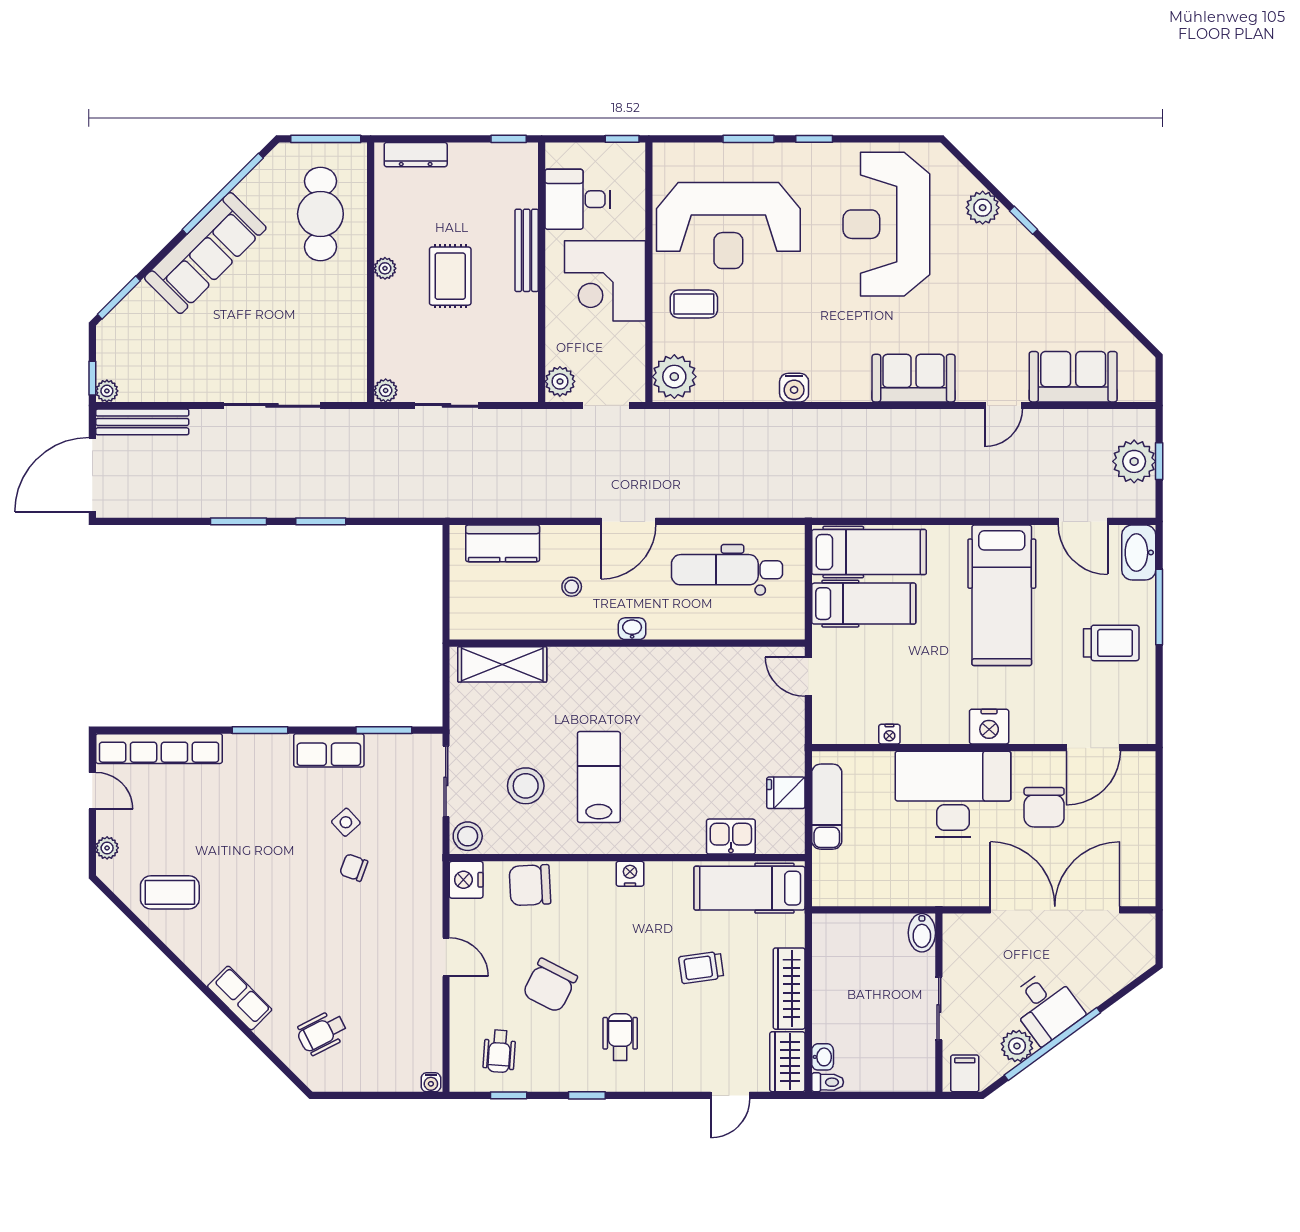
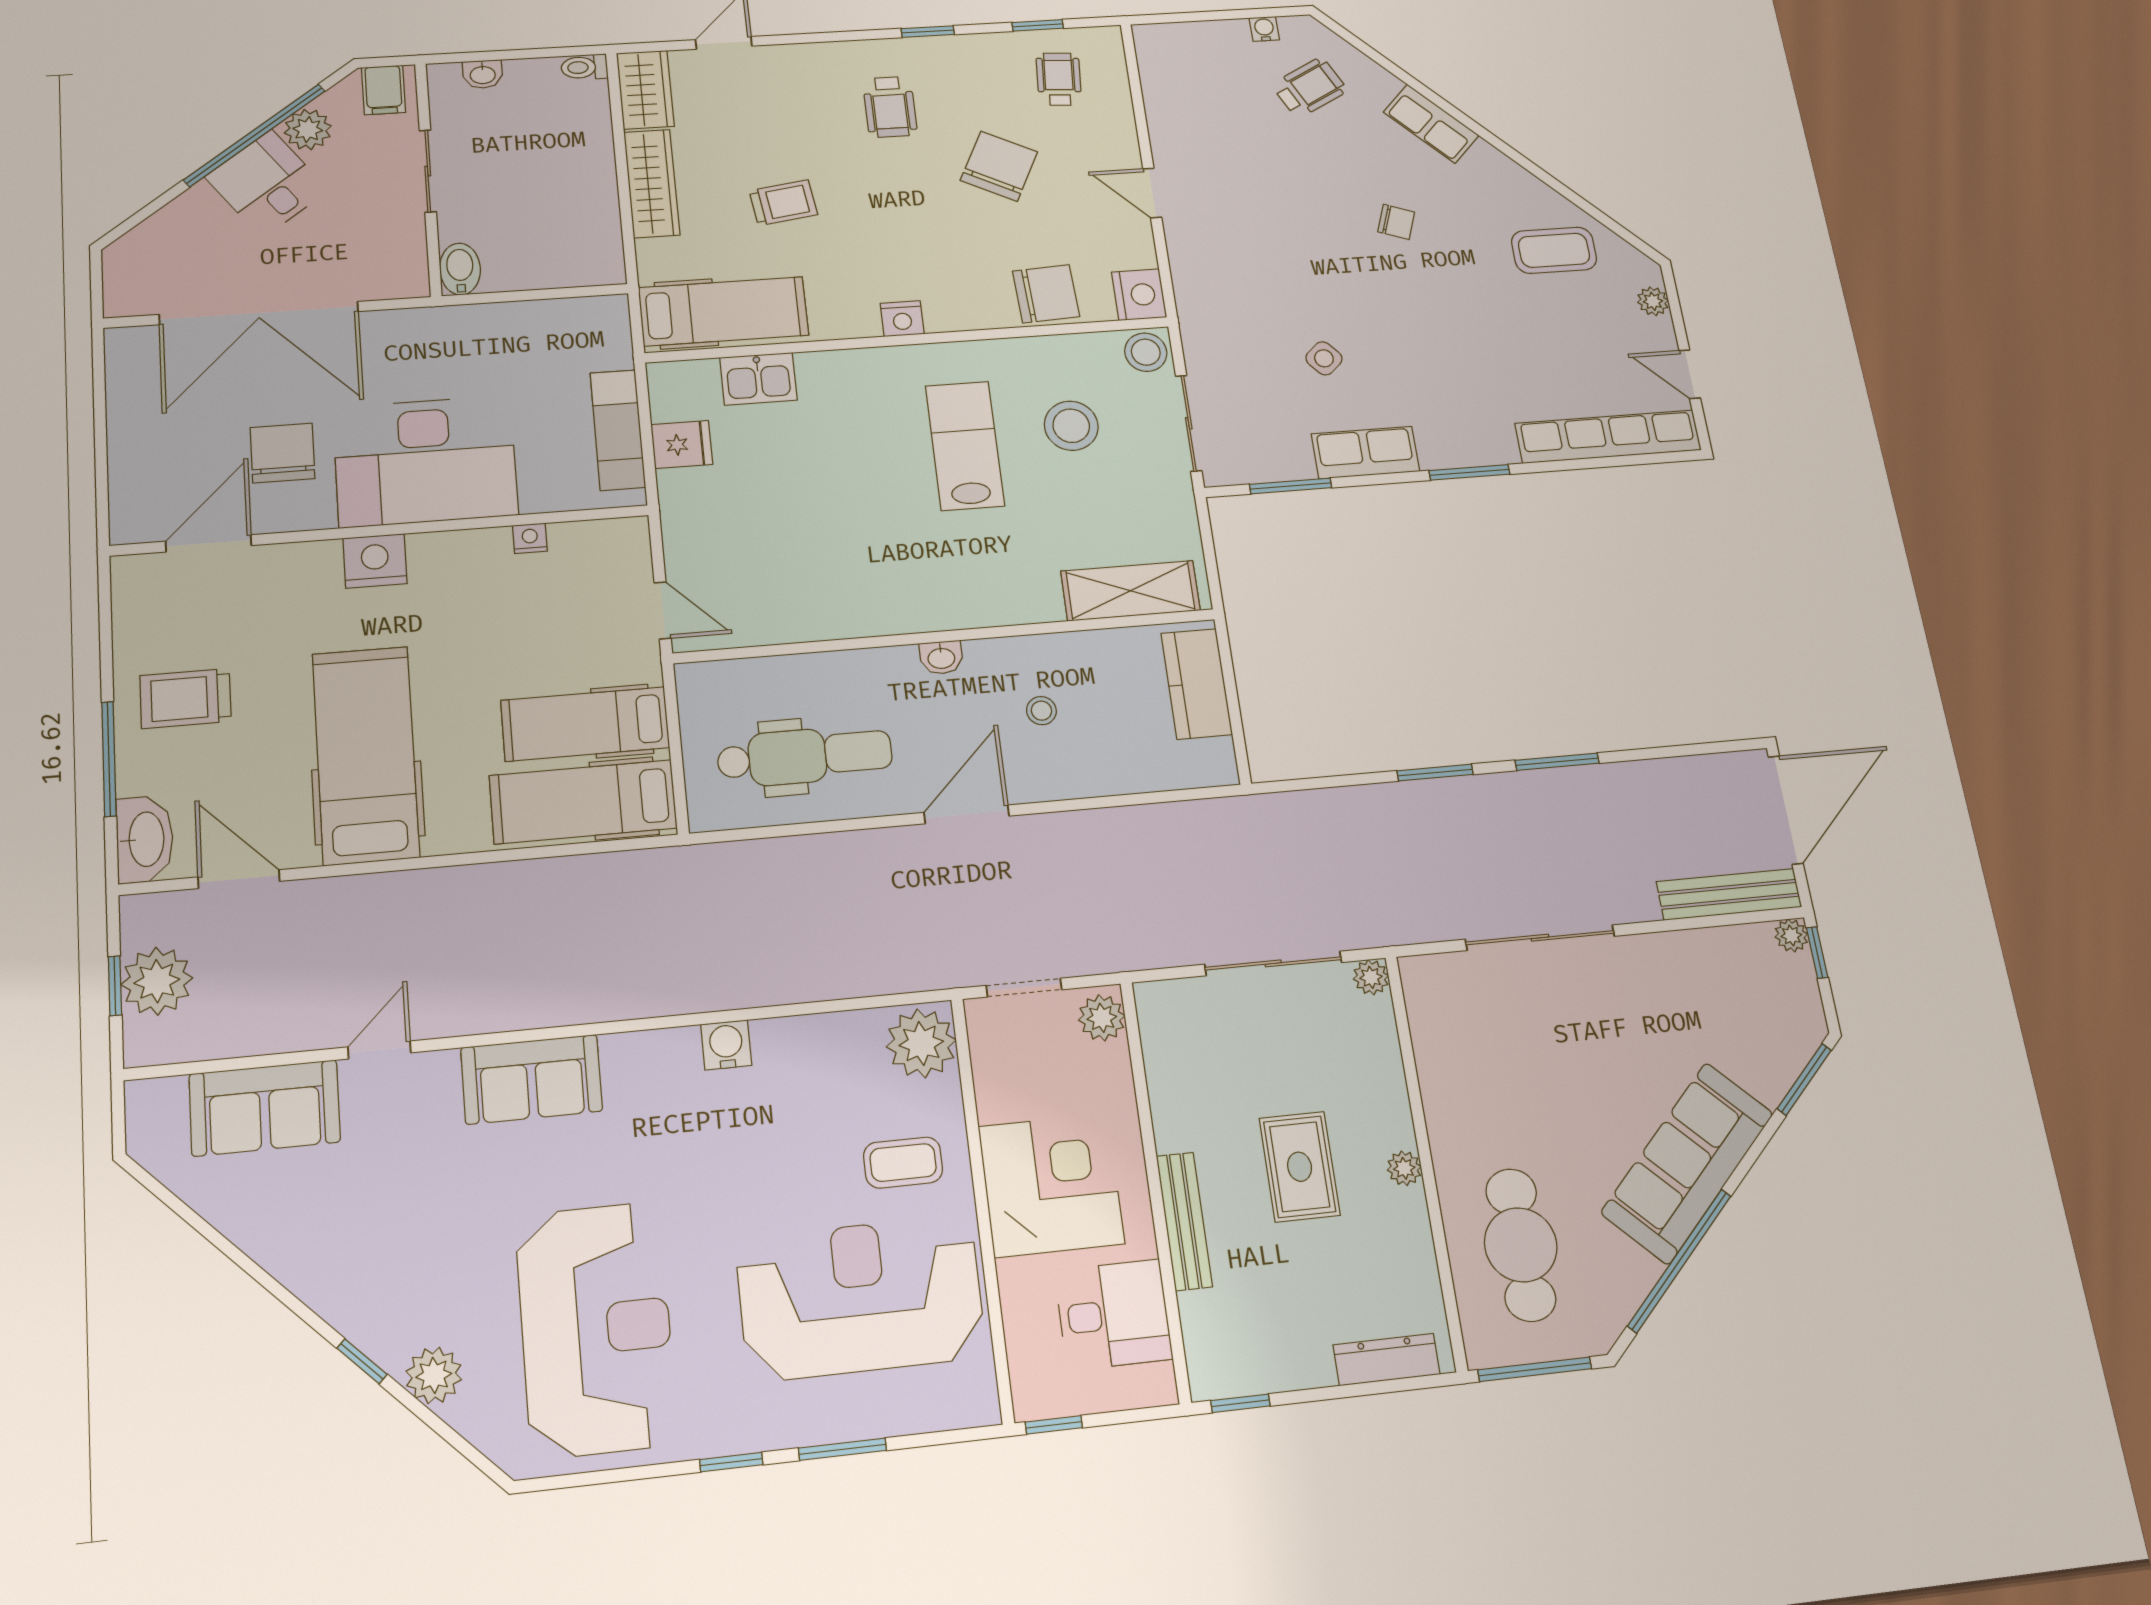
sliding door: (447, 405) -> (1273, 963), width x1.37
kitchen counter: (503, 543) -> (1197, 684), moved, turned -90
lab bench: (599, 777) -> (965, 446), turned 180
chair: (354, 868) -> (1396, 222), moved
washbasin: (823, 1057) -> (483, 74), moved, turned -90
water cooler: (431, 1082) -> (1264, 29), moved

